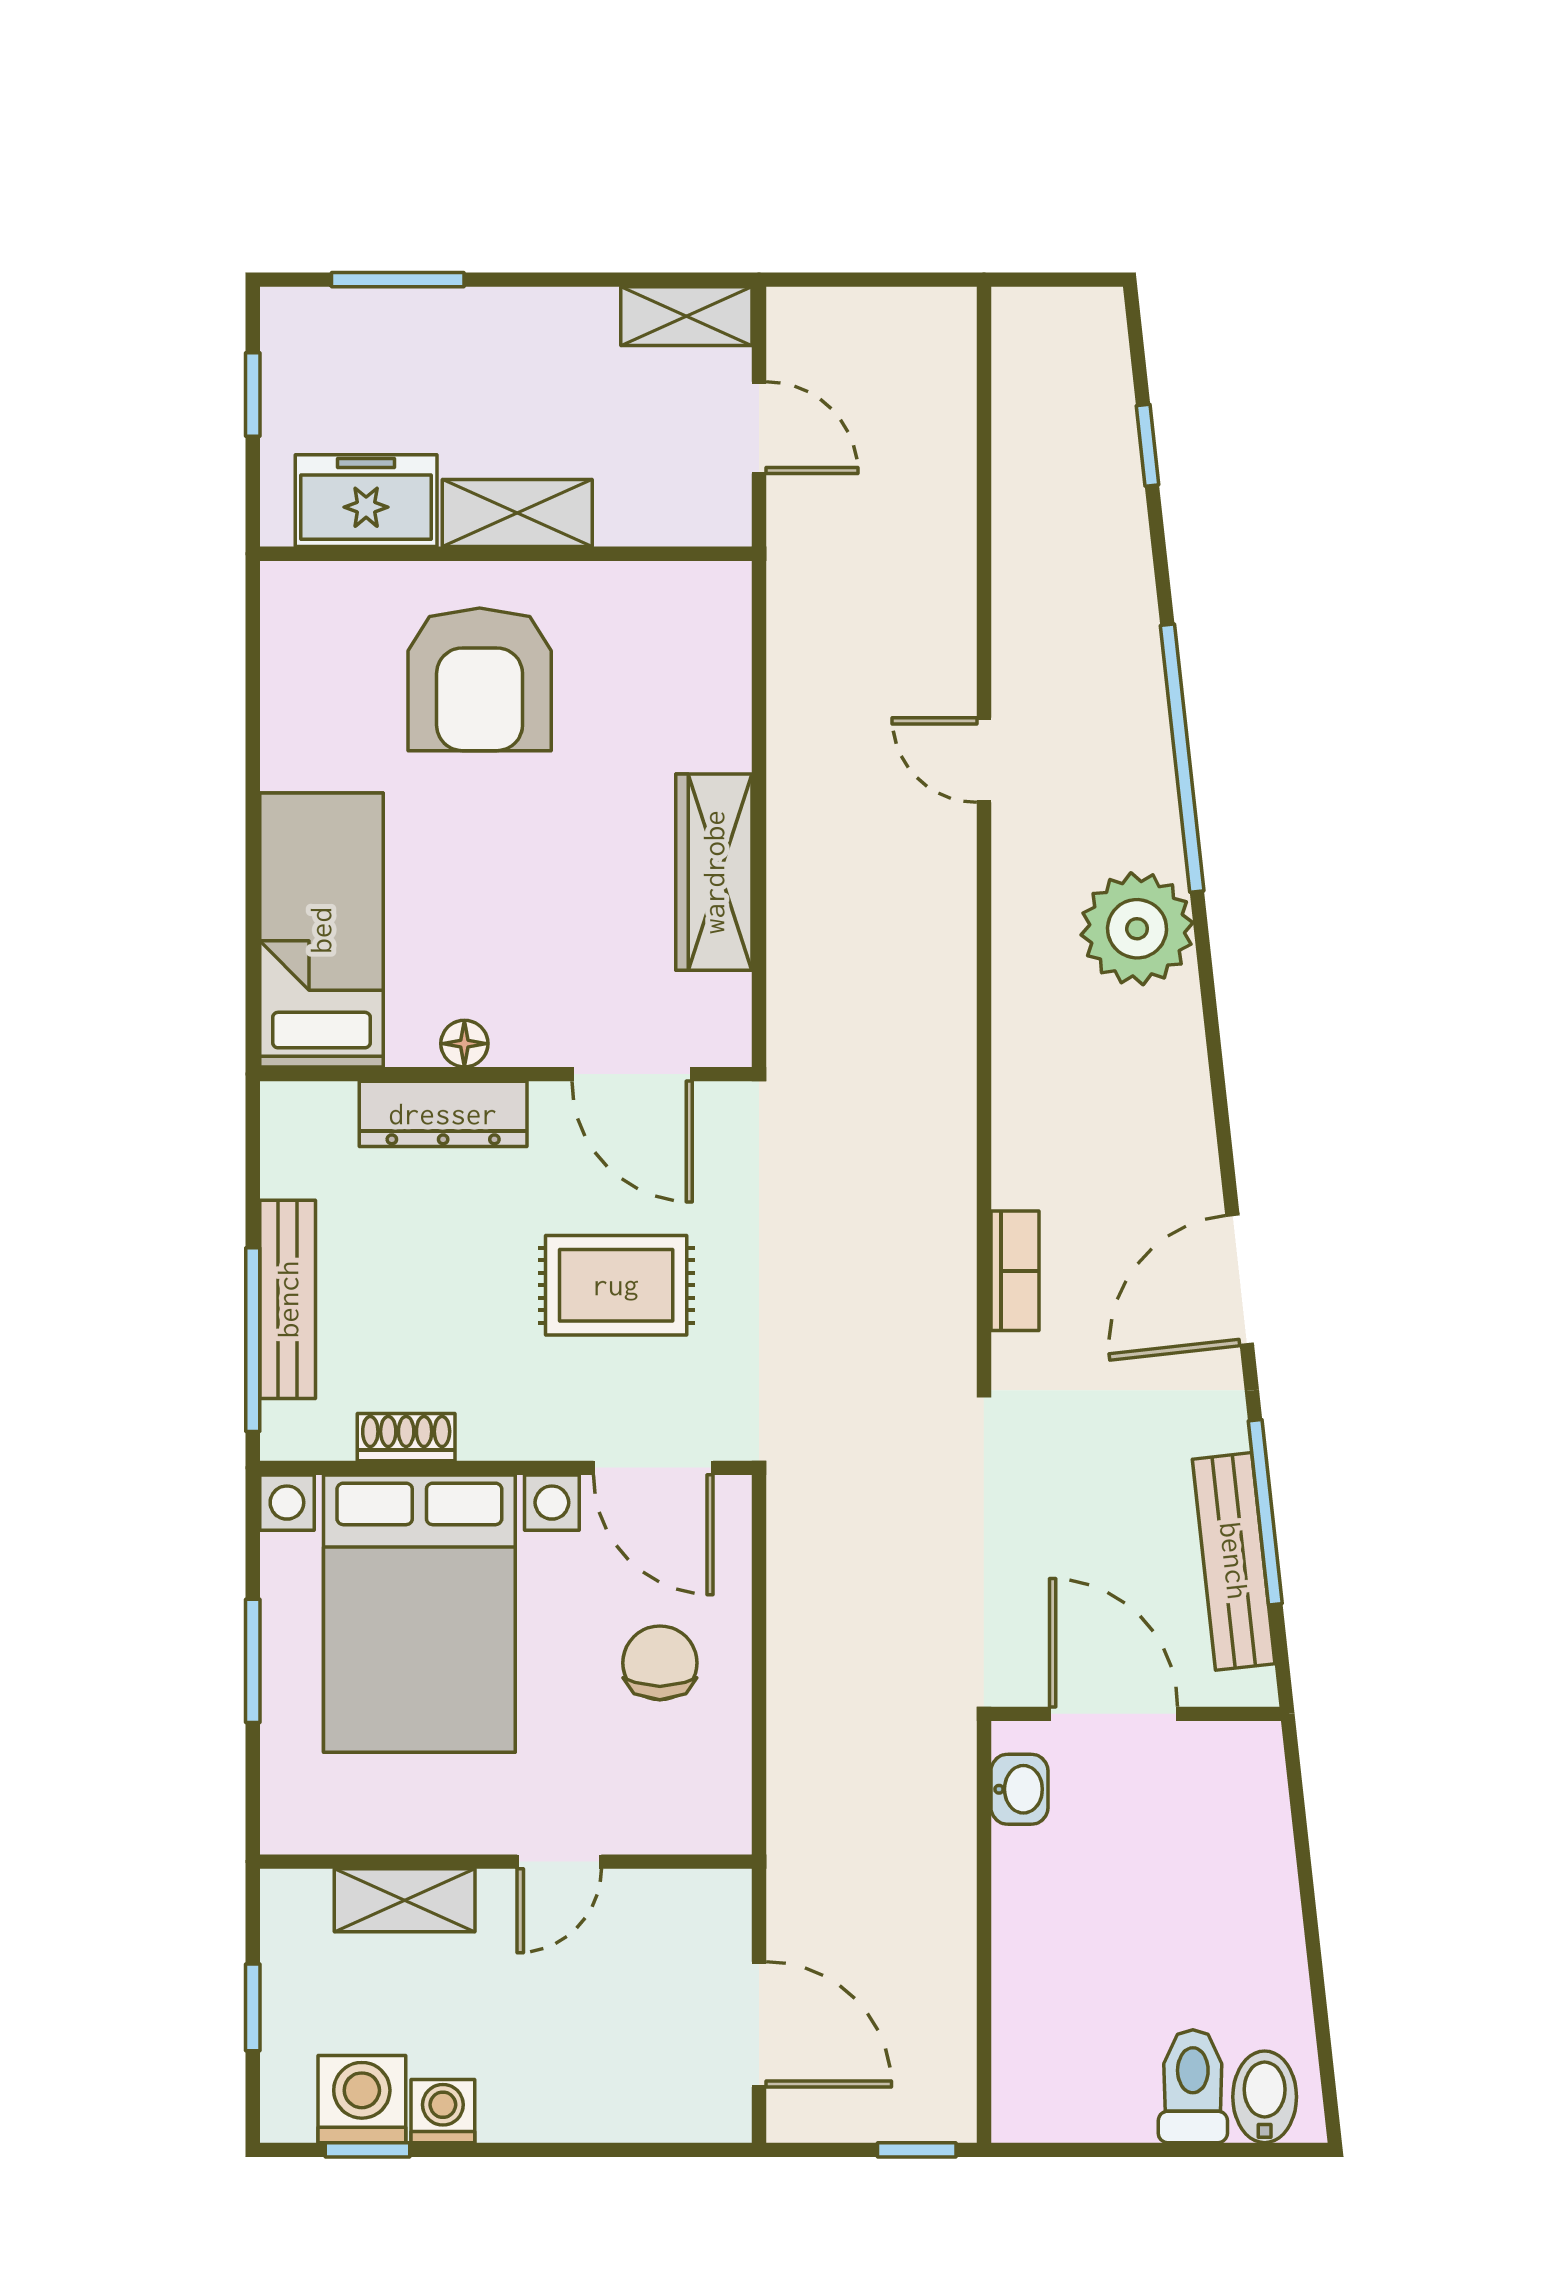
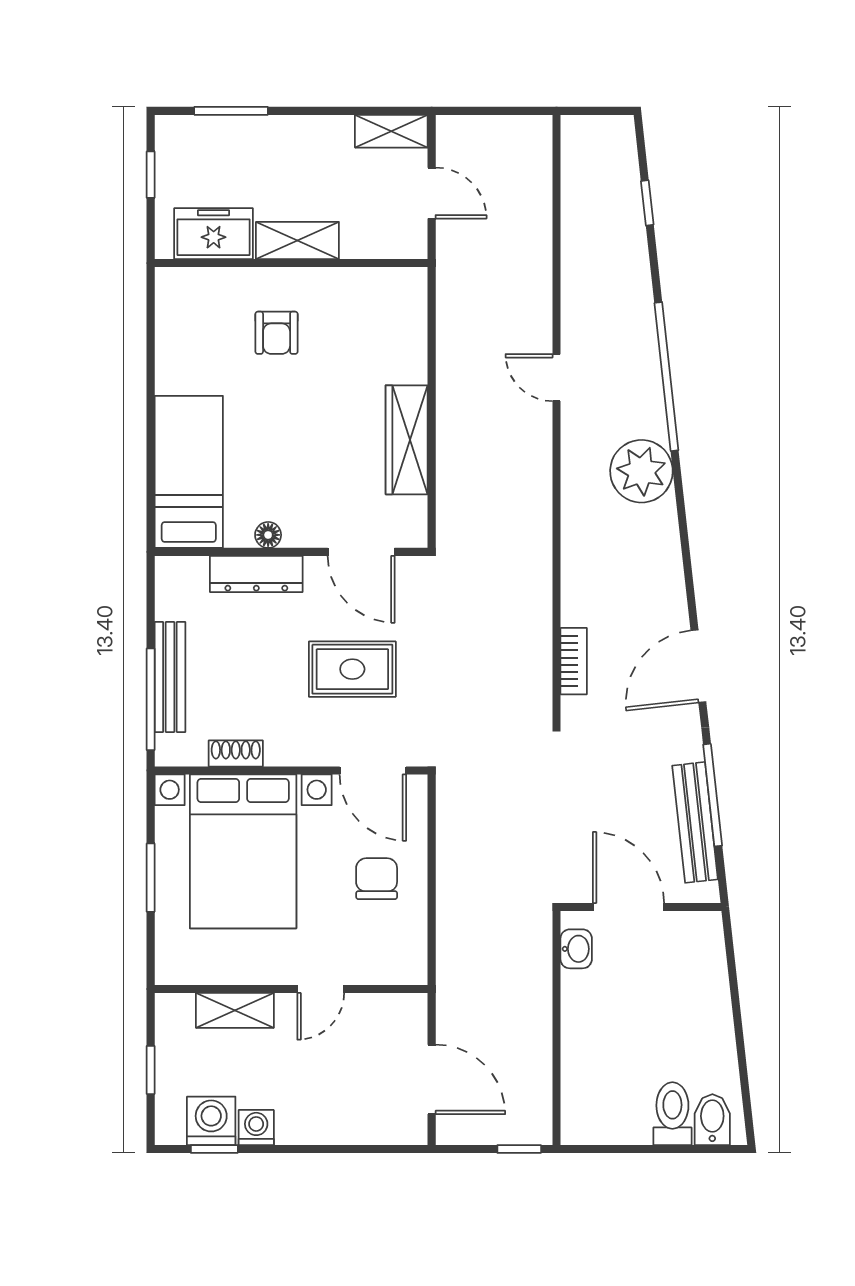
armchair: (480, 679) -> (277, 333), width x0.53, depth x0.53

